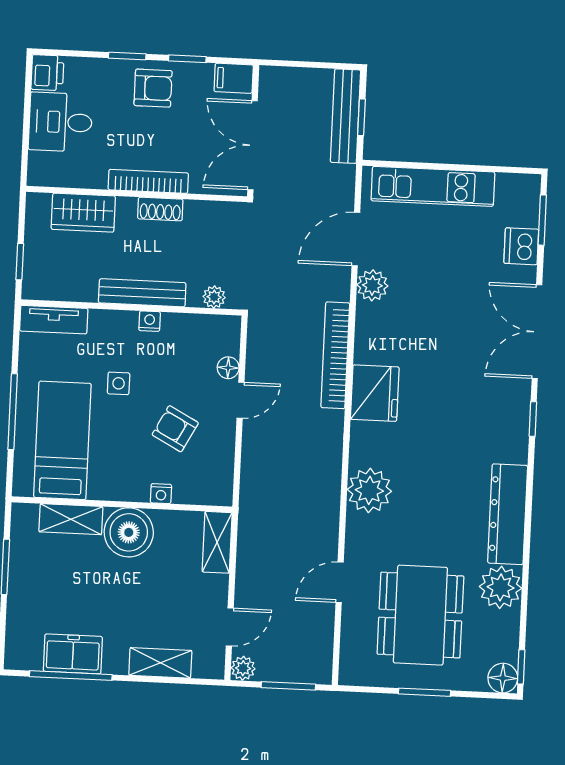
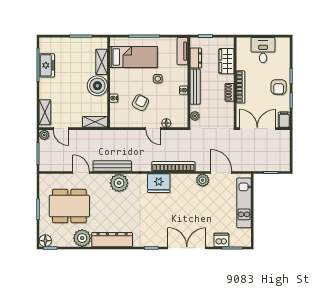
printer: (47, 73) -> (283, 44), removed
bench: (346, 116) -> (112, 166), moved
dresser: (72, 288) -> (196, 58), added
shelving: (160, 663) -> (45, 112), moved

